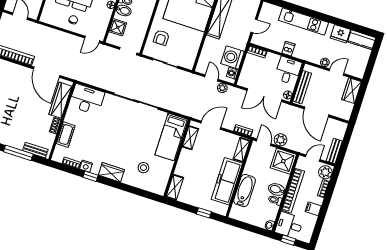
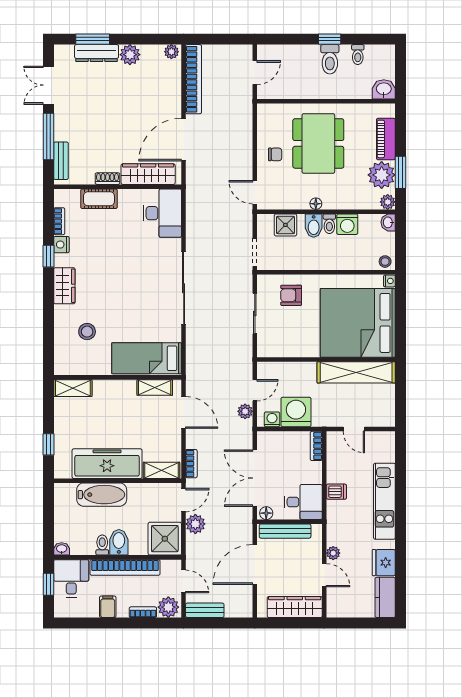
wardrobe: (352, 91) -> (295, 607), width x1.50

